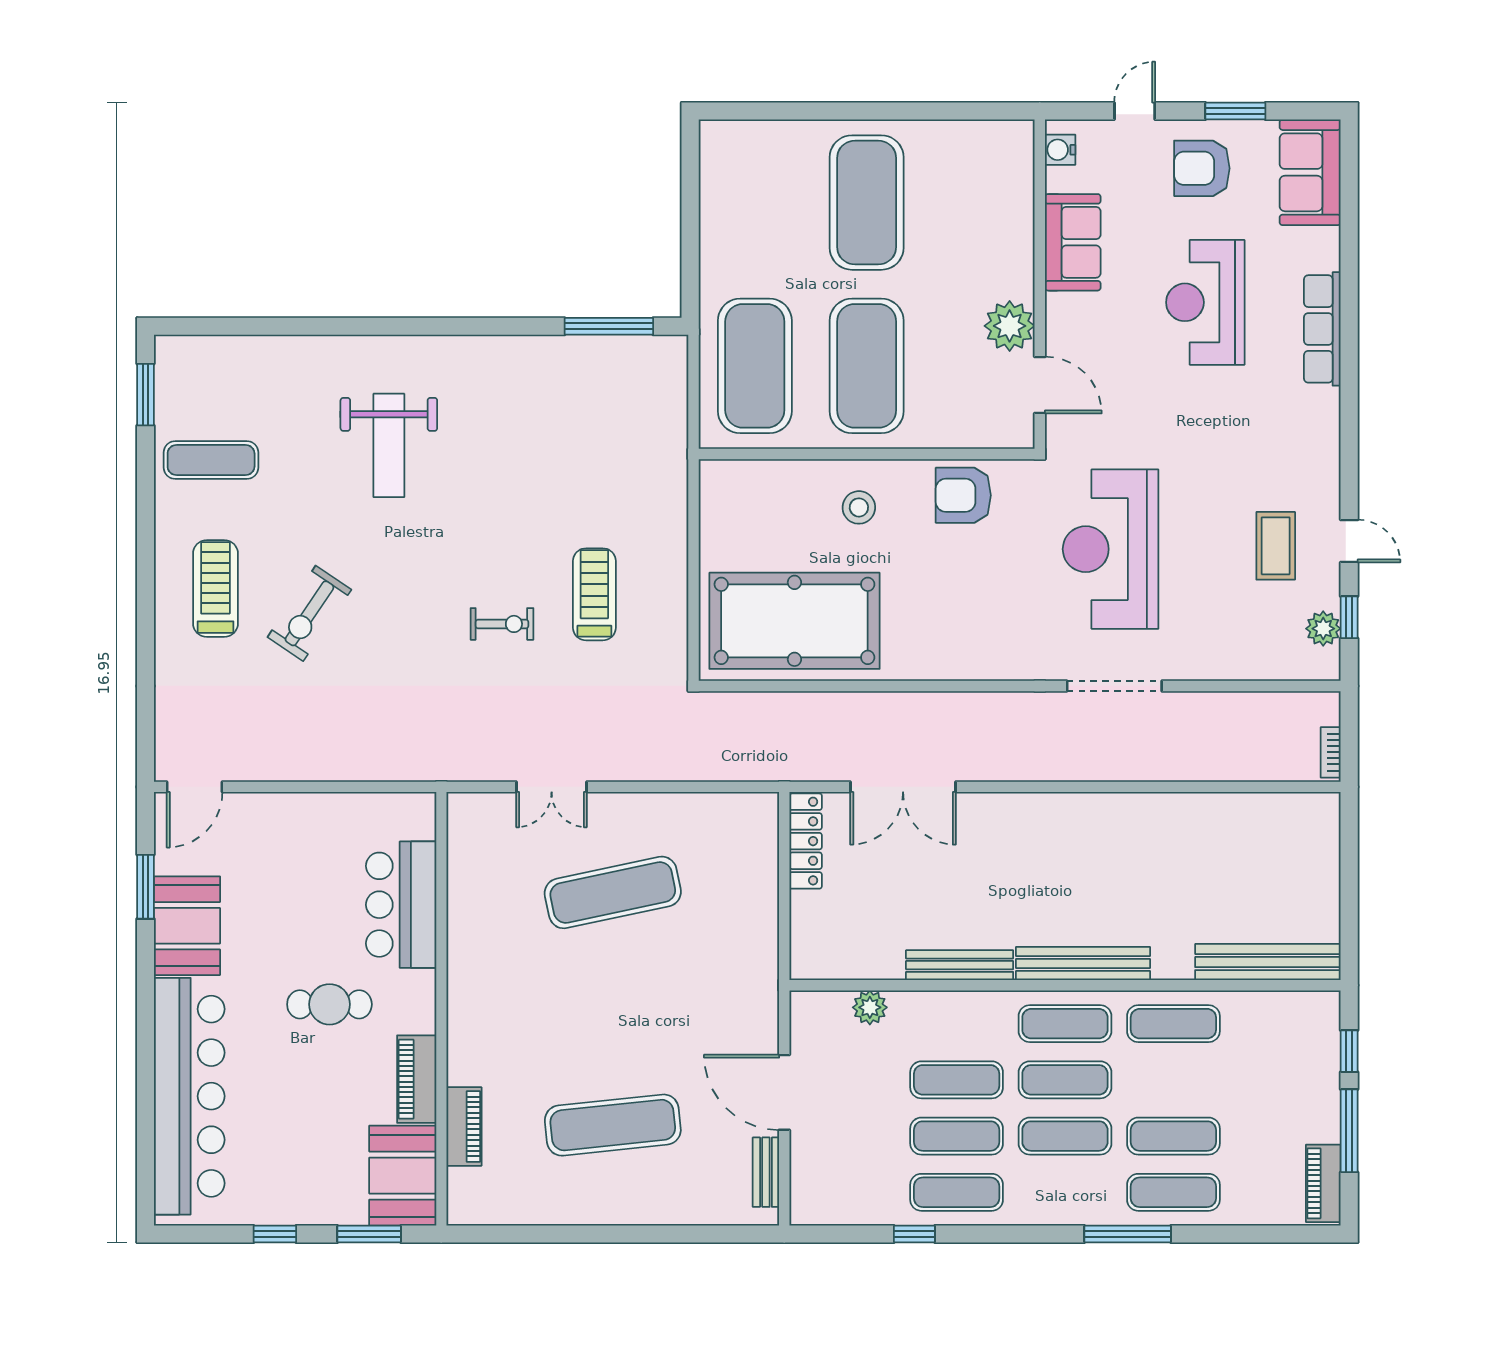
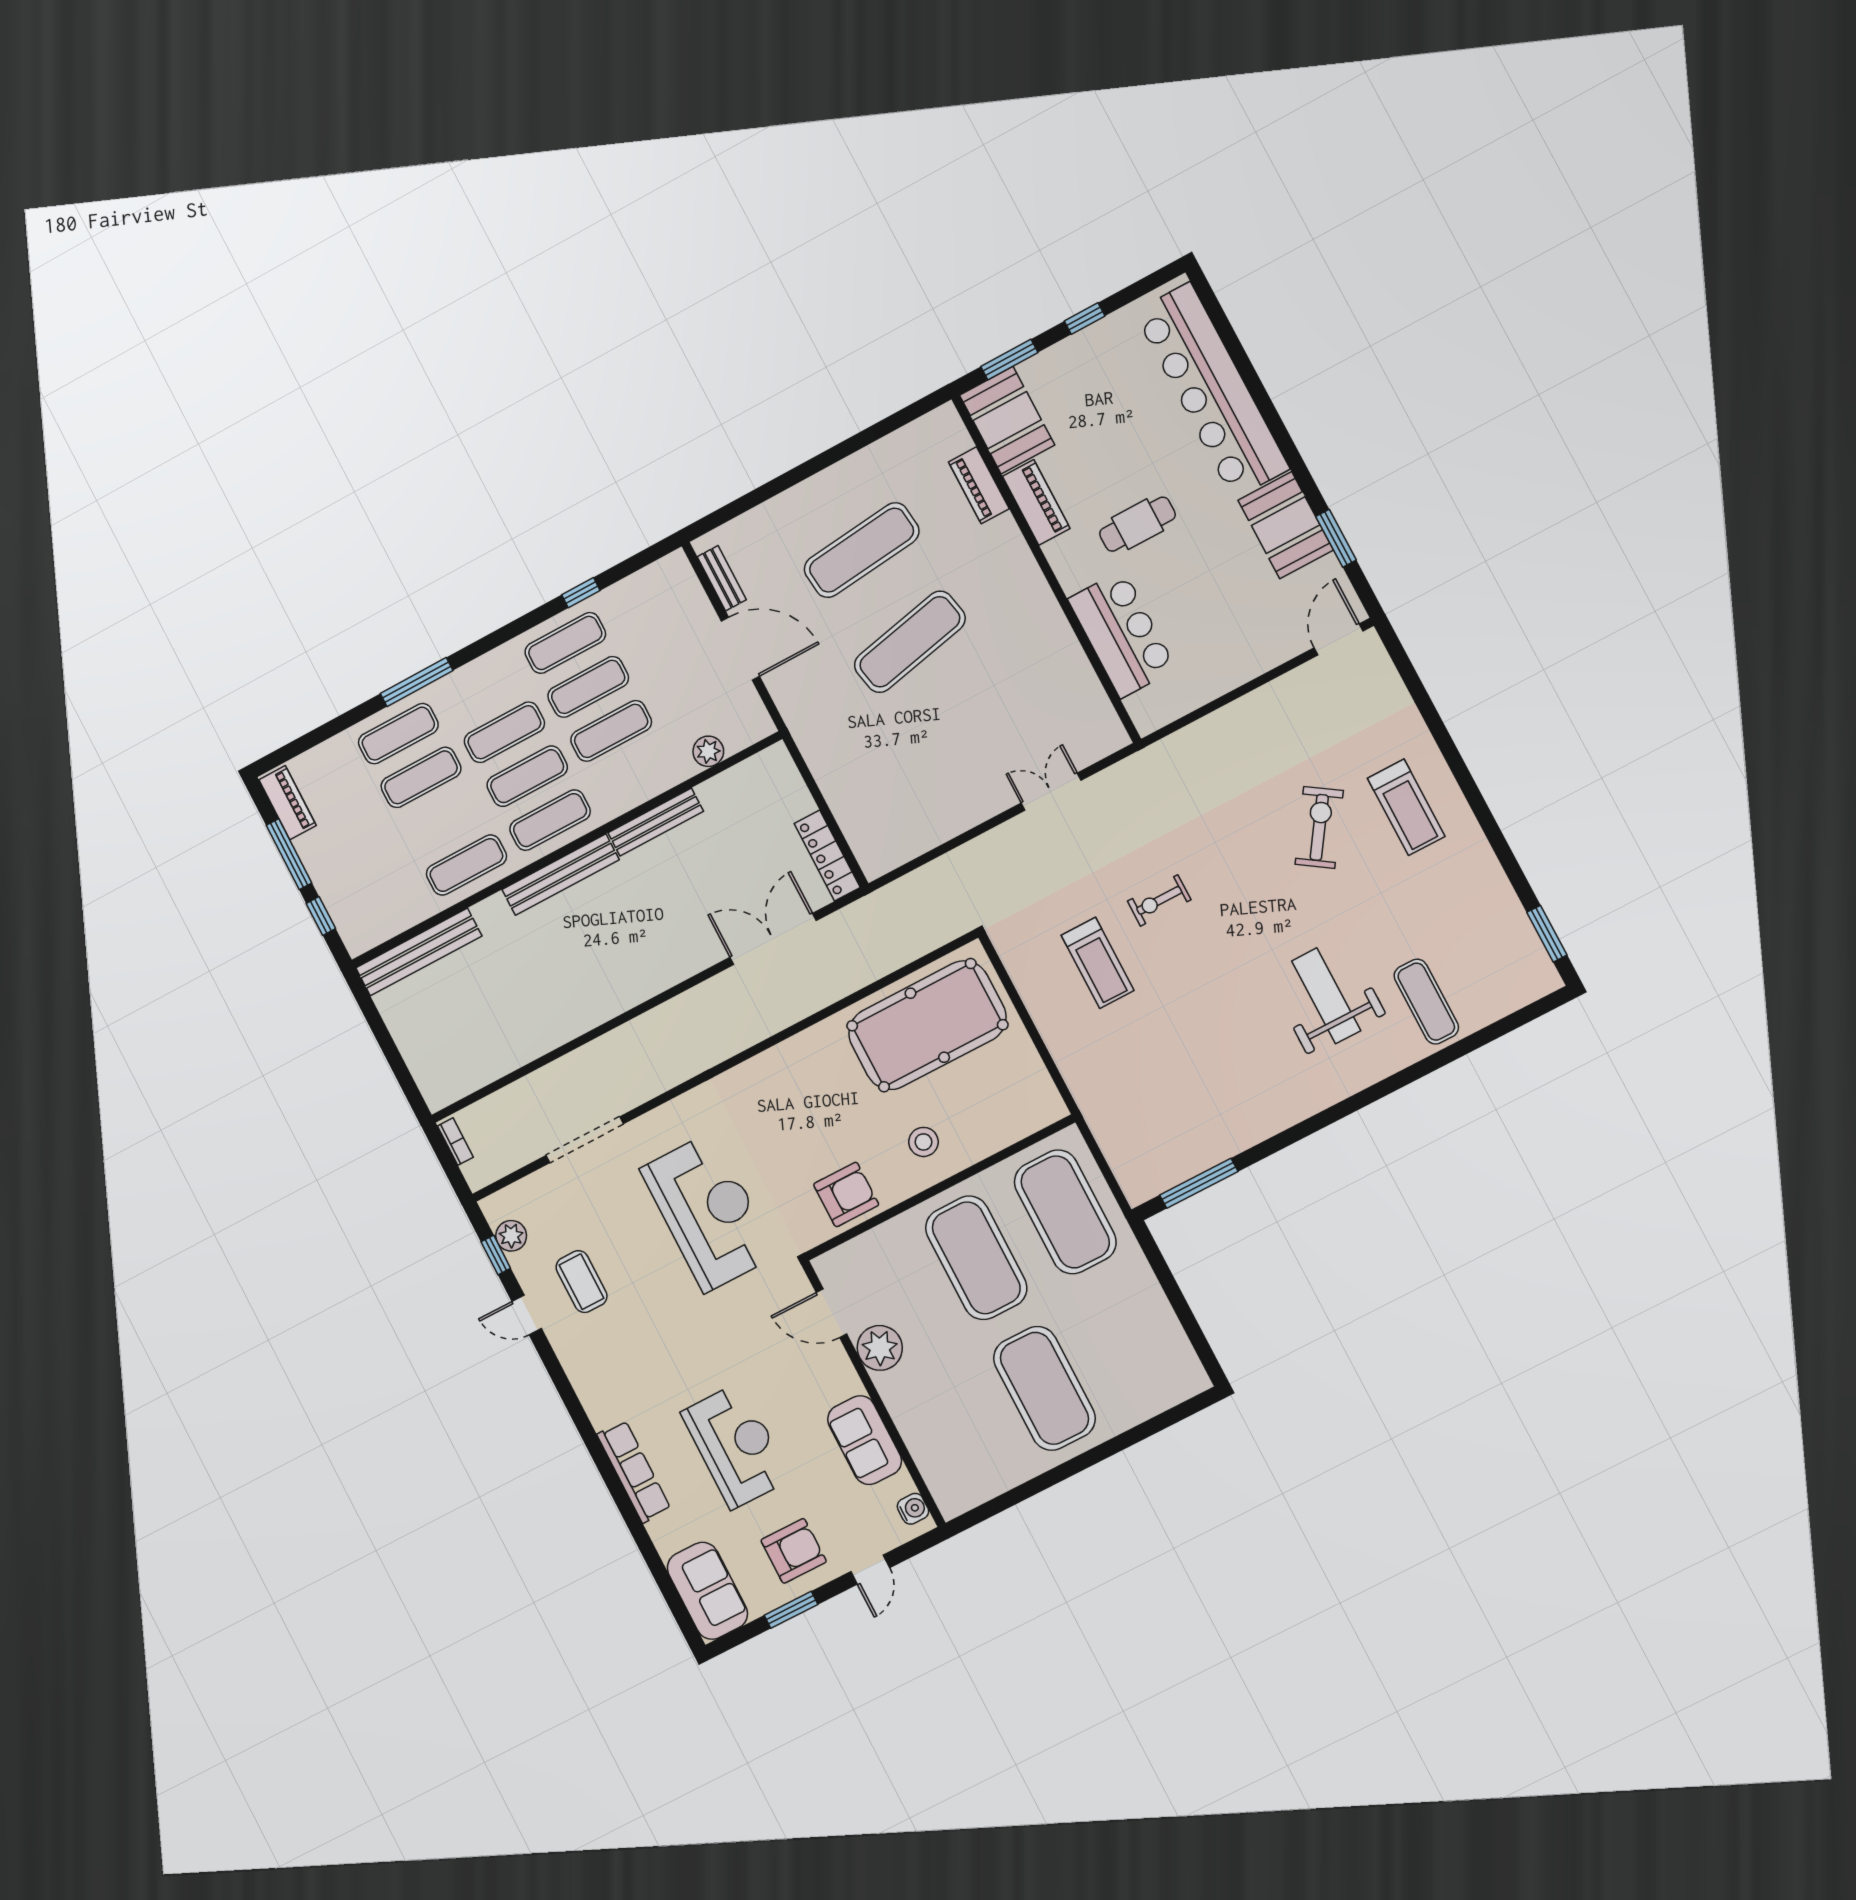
exercise mat: (211, 460) -> (1426, 1002), moved, turned 90
doorway: (1114, 686) -> (585, 1140), moved
exercise mat: (613, 892) -> (910, 642), moved

